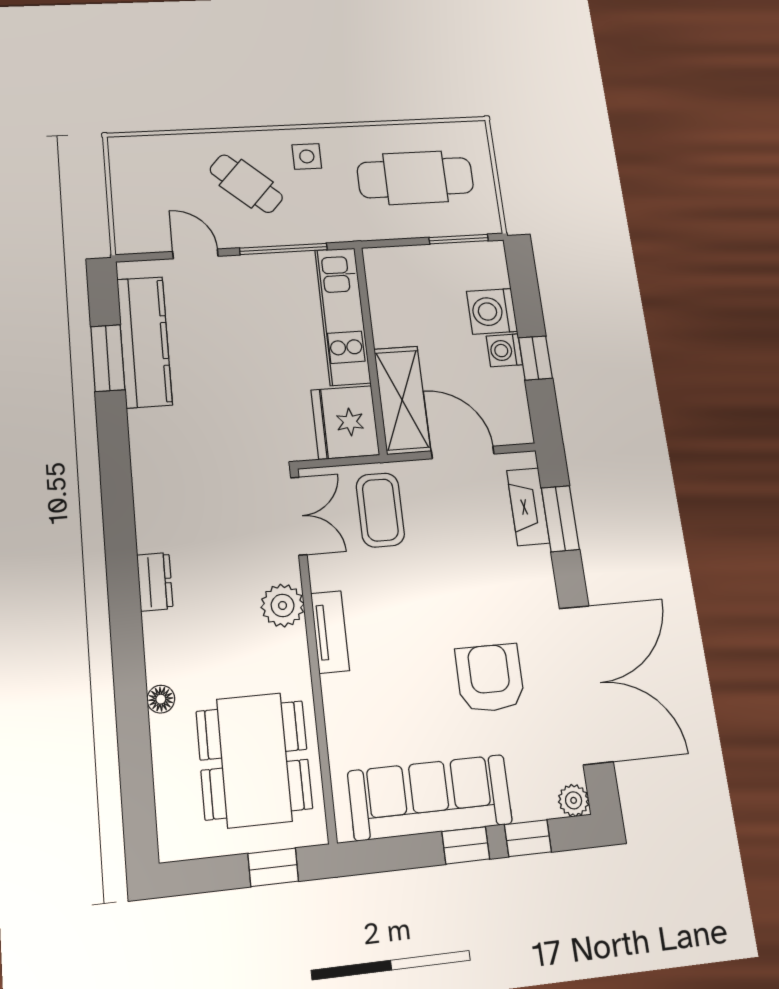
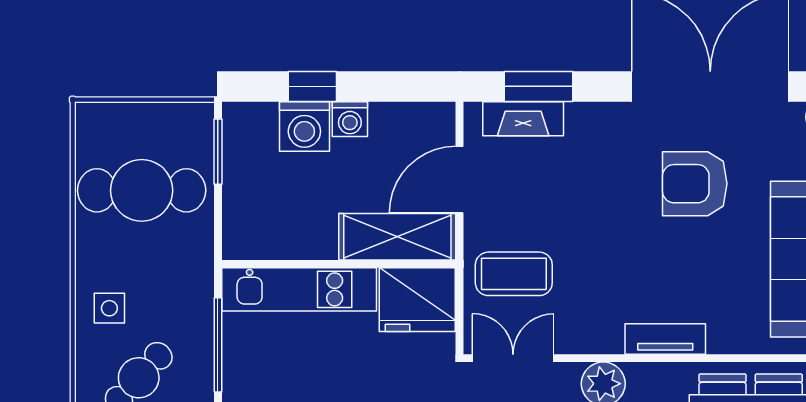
cafe table: (415, 178) -> (142, 190), turned 90
window: (535, 358) -> (312, 86), moved
tv unit: (330, 632) -> (665, 339), moved

